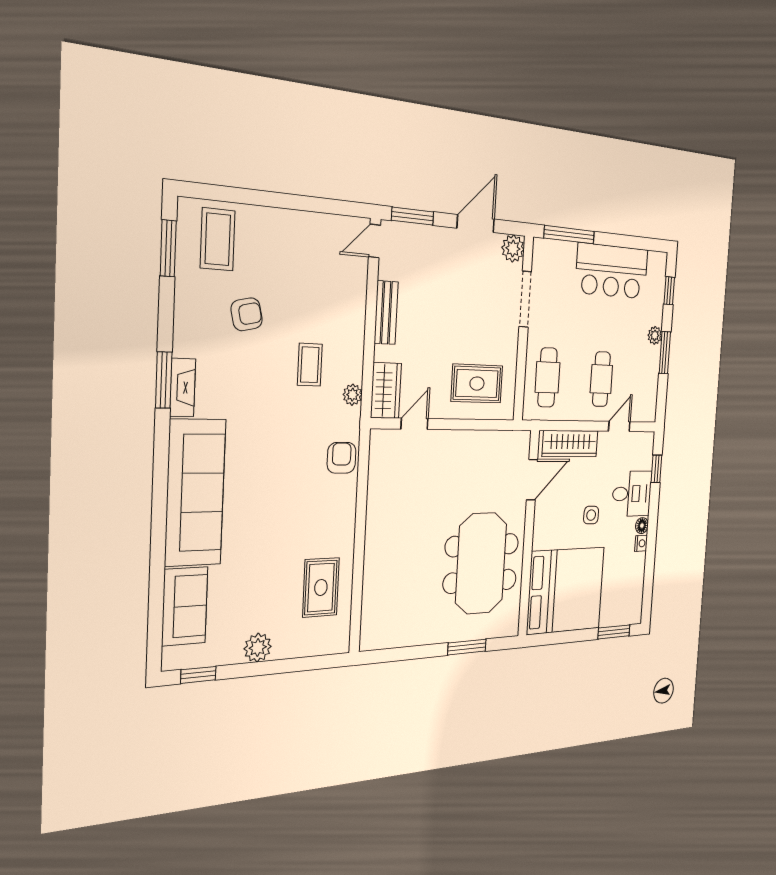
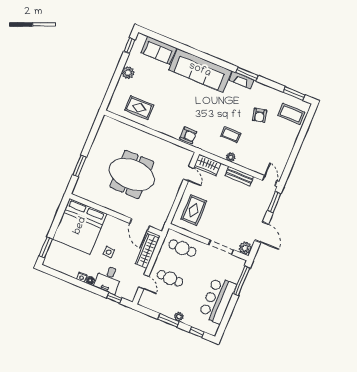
plant: (352, 395) -> (231, 157), moved
meeting table: (481, 563) -> (132, 174), moved

